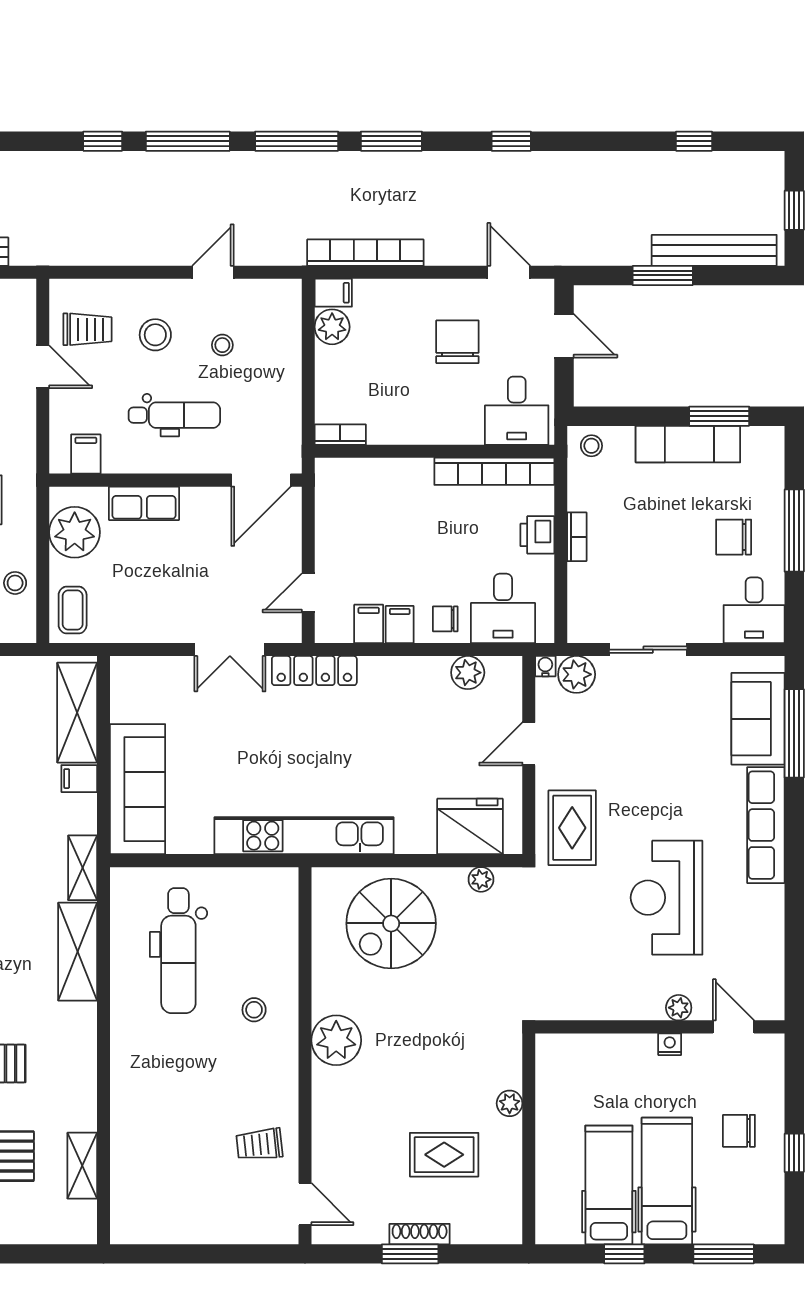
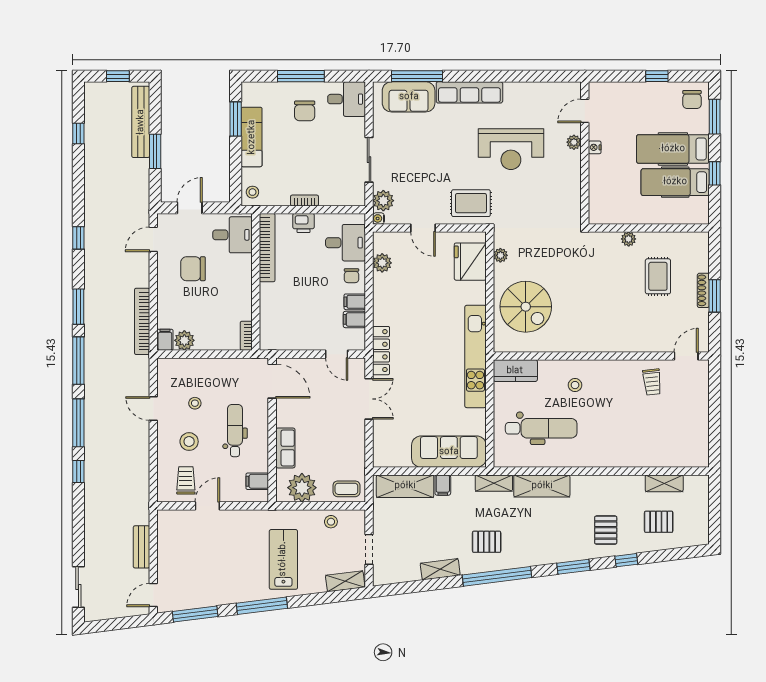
kitchen counter: (279, 905) -> (515, 371), added
plant: (336, 1040) -> (592, 338), removed
chair: (739, 1131) -> (692, 99), moved

